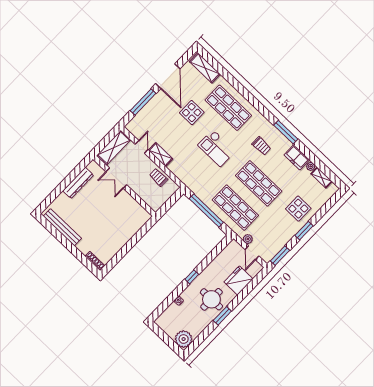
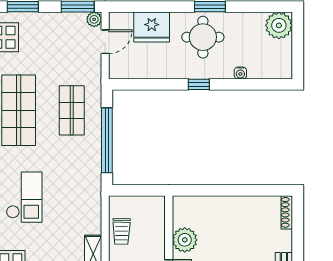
plant: (127, 202) -> (185, 240), added
shop shelf: (235, 208) -> (72, 110), width x0.70, depth x0.74
plant: (248, 239) -> (94, 19), moved

